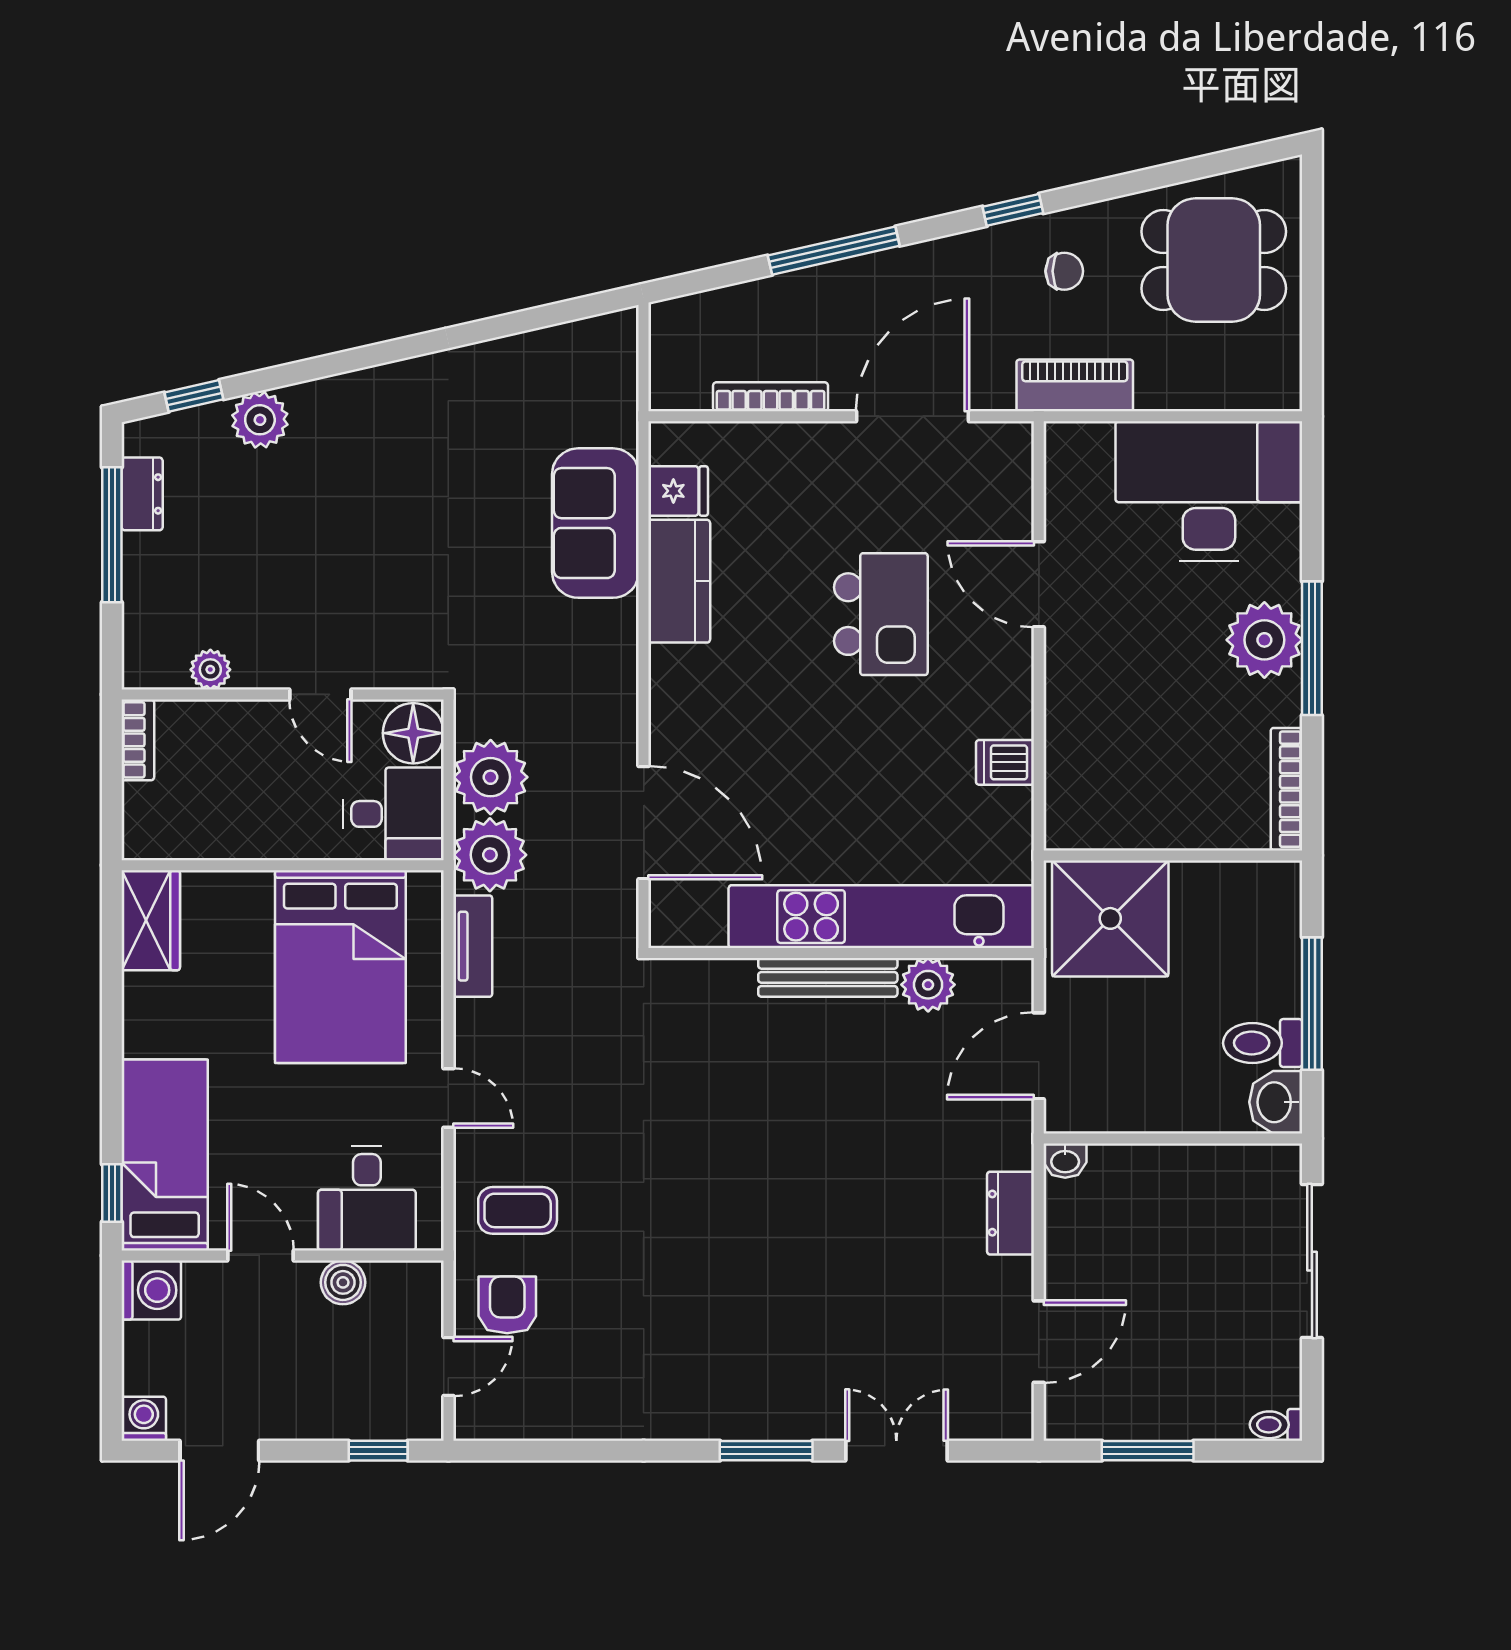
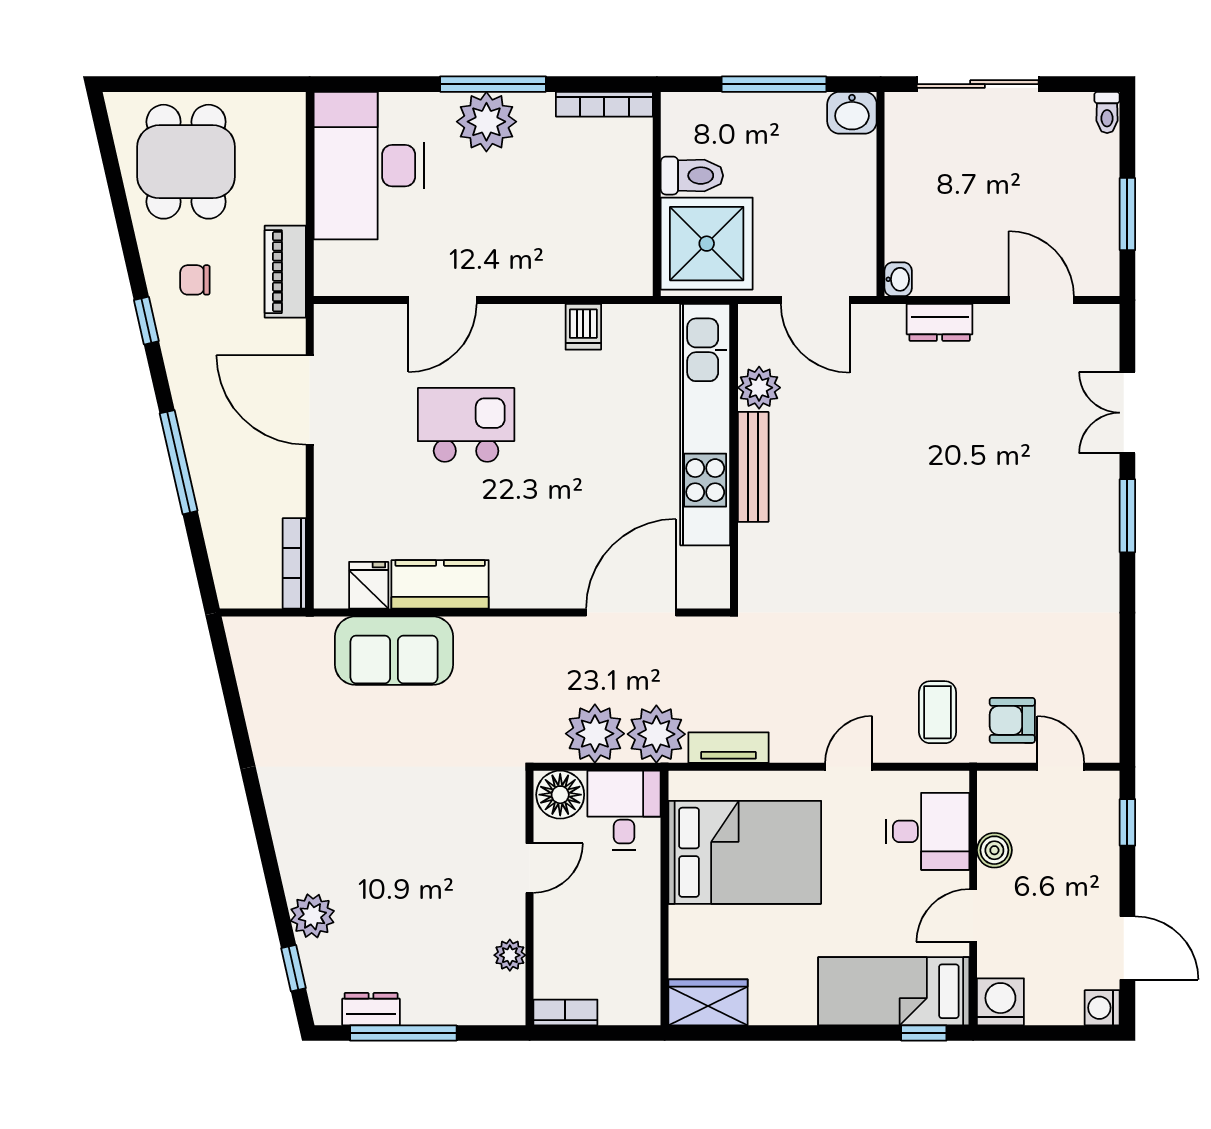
chair: (1064, 271) -> (195, 280), turned -90
bookcase: (771, 397) -> (294, 563), moved
toilet: (1263, 1043) -> (692, 176), moved, turned -90

